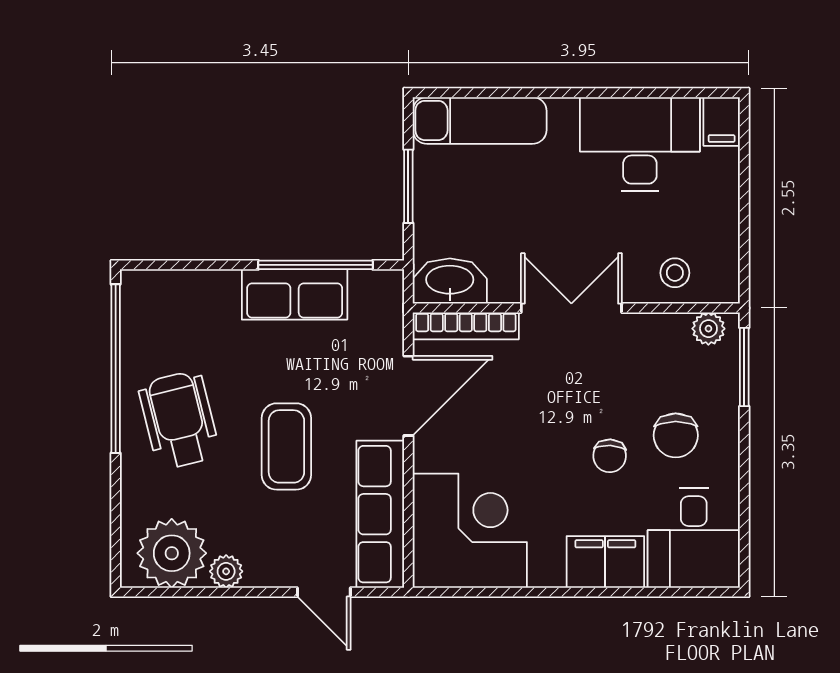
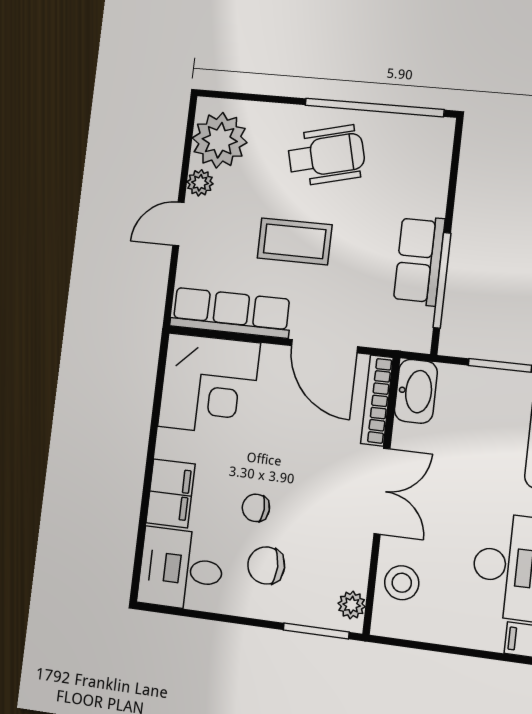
stool: (675, 273) -> (402, 583), width x1.37, depth x1.37
door: (324, 592) -> (178, 224), moved

